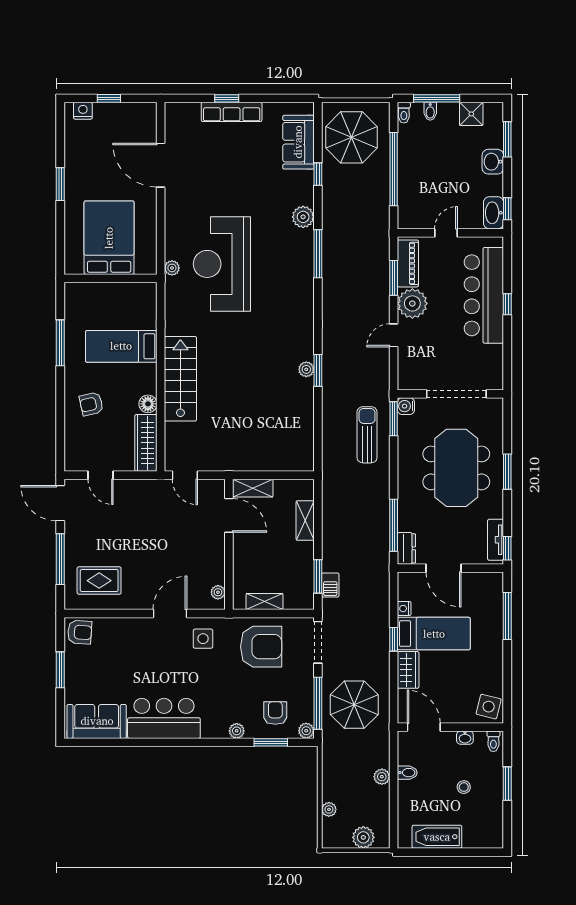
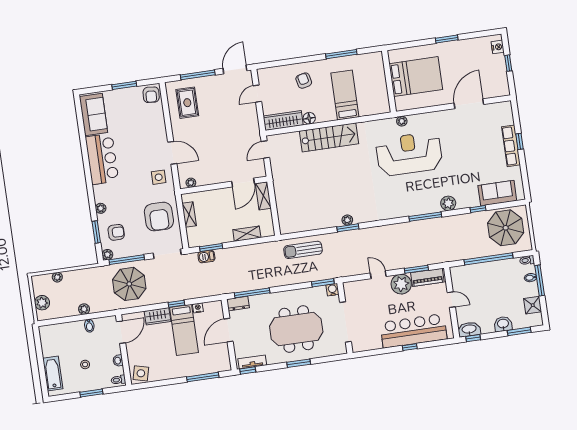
sun lounger: (367, 435) -> (303, 250), moved, turned 180
bathtub: (437, 837) -> (53, 374), moved

